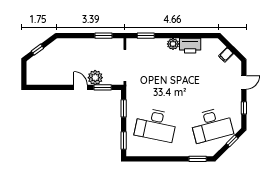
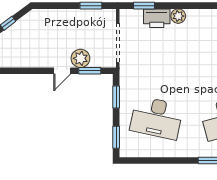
printer: (190, 46) -> (157, 18), moved
door: (81, 87) -> (62, 71), swing flipped

